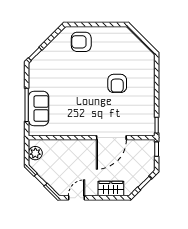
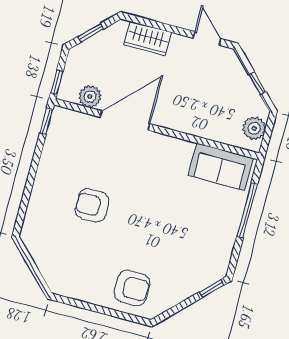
armchair: (117, 83) -> (92, 205), turned -90
sofa: (39, 109) -> (221, 167), moved, turned -90
plant: (135, 146) -> (90, 97), added
door: (77, 198) -> (207, 38), swing flipped

